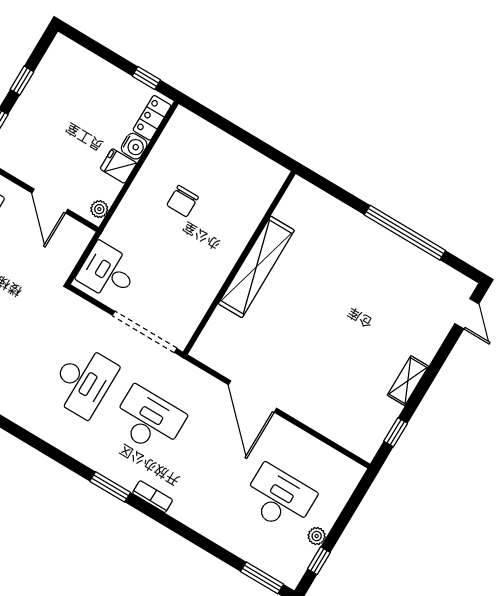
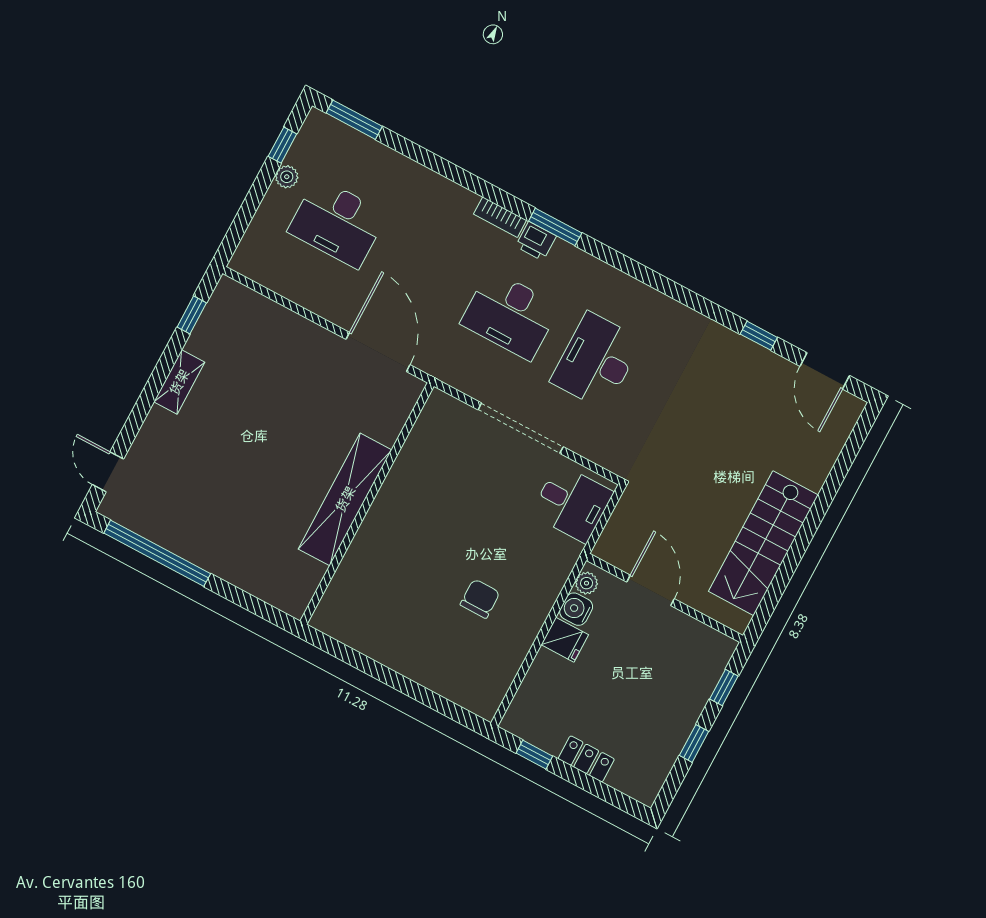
locker: (152, 118) -> (586, 759), moved, turned -90
water cooler: (134, 146) -> (576, 609), moved
window: (405, 233) -> (157, 553), moved
wall: (239, 263) -> (367, 504), moved
shelving: (256, 267) -> (345, 499), moved
printer: (126, 477) -> (536, 241), added

